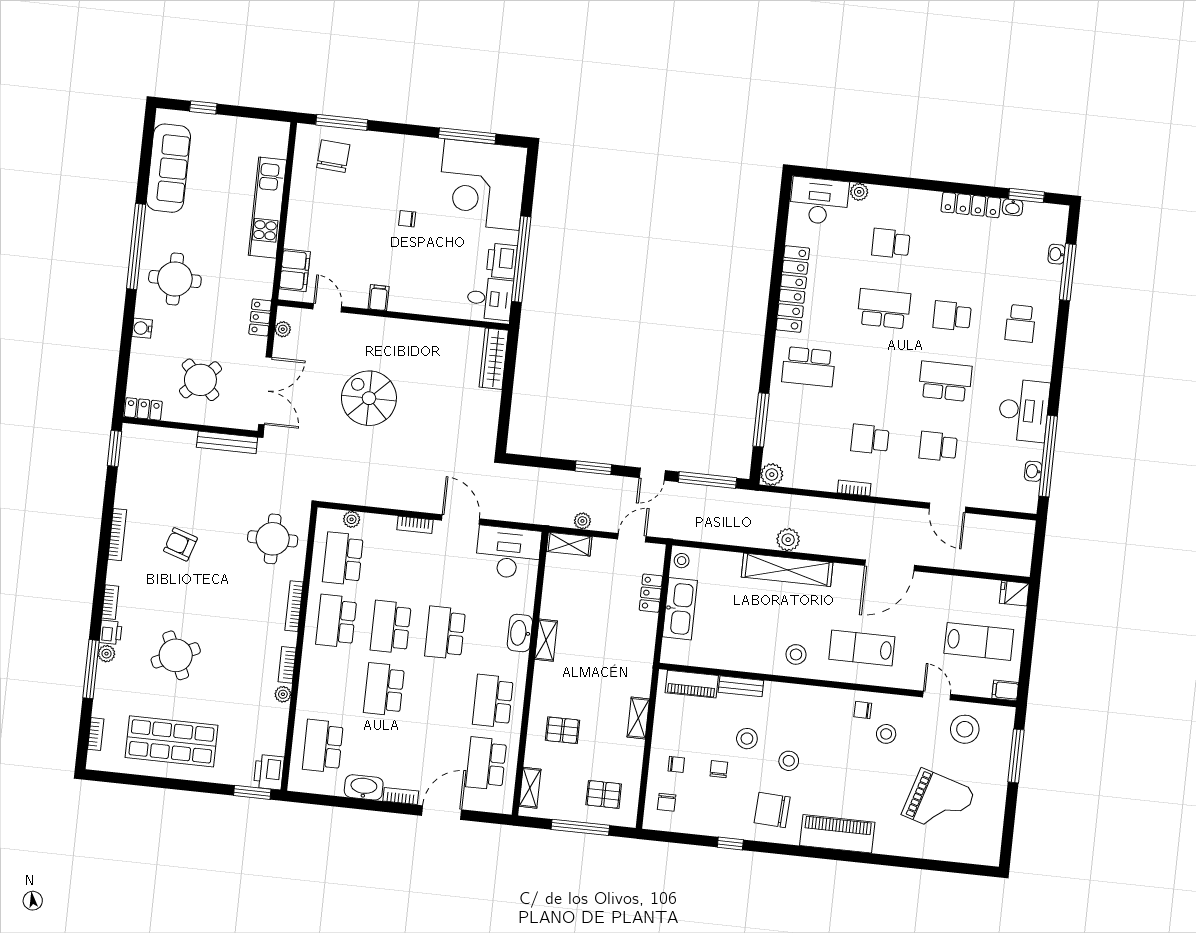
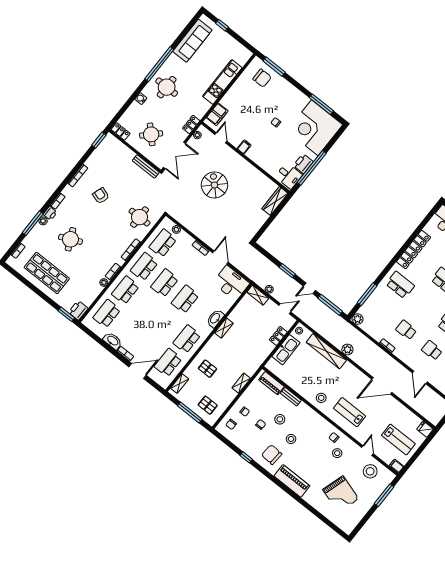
chair: (333, 156) -> (262, 78), turned 86
school desk: (809, 367) -> (400, 285), turned 180
shelving: (787, 570) -> (326, 351), moved
school desk: (384, 689) -> (125, 290), moved

